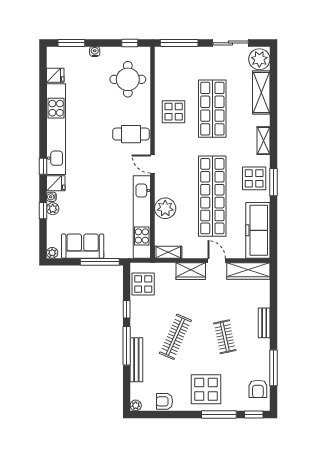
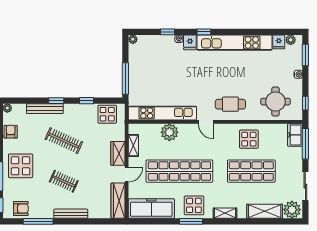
freezer: (168, 56) -> (295, 135), added
cafe table: (131, 134) -> (230, 104), turned 90
door: (153, 164) -> (206, 122), swing flipped
plant: (53, 209) -> (291, 40), moved
sofa: (83, 246) -> (138, 64), removed
shelving: (168, 252) -> (133, 145), moved
bench: (264, 323) -> (71, 214), width x1.36
clothes rail: (225, 337) -> (64, 181), turned 36
window: (127, 346) -> (56, 101), width x0.46
armchair: (258, 389) -> (21, 208), turned 180

